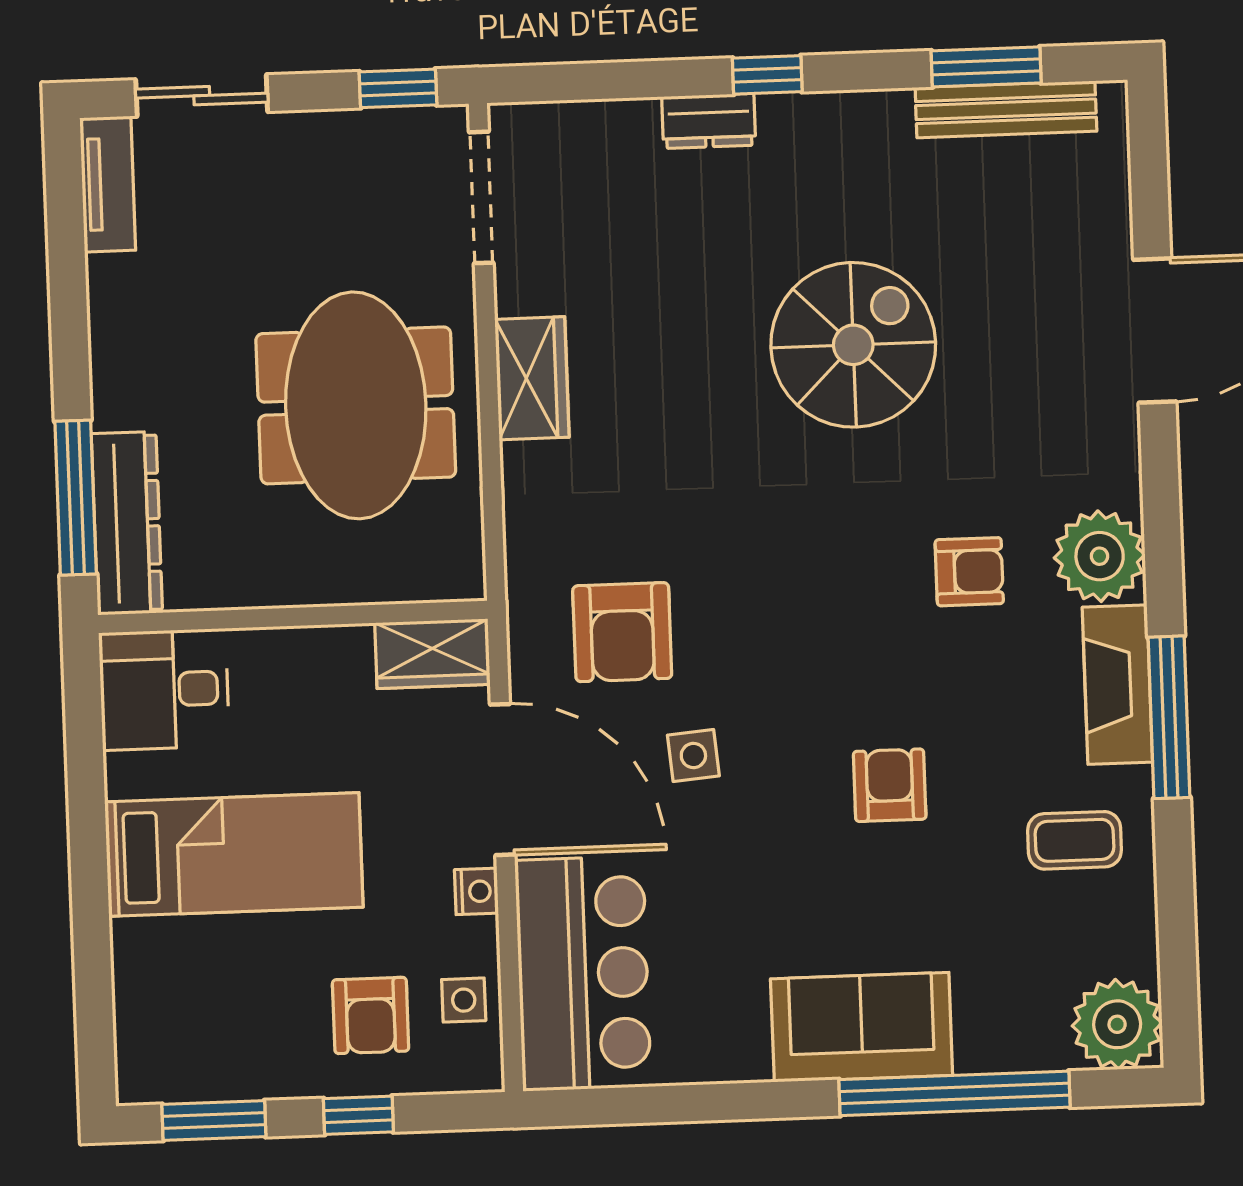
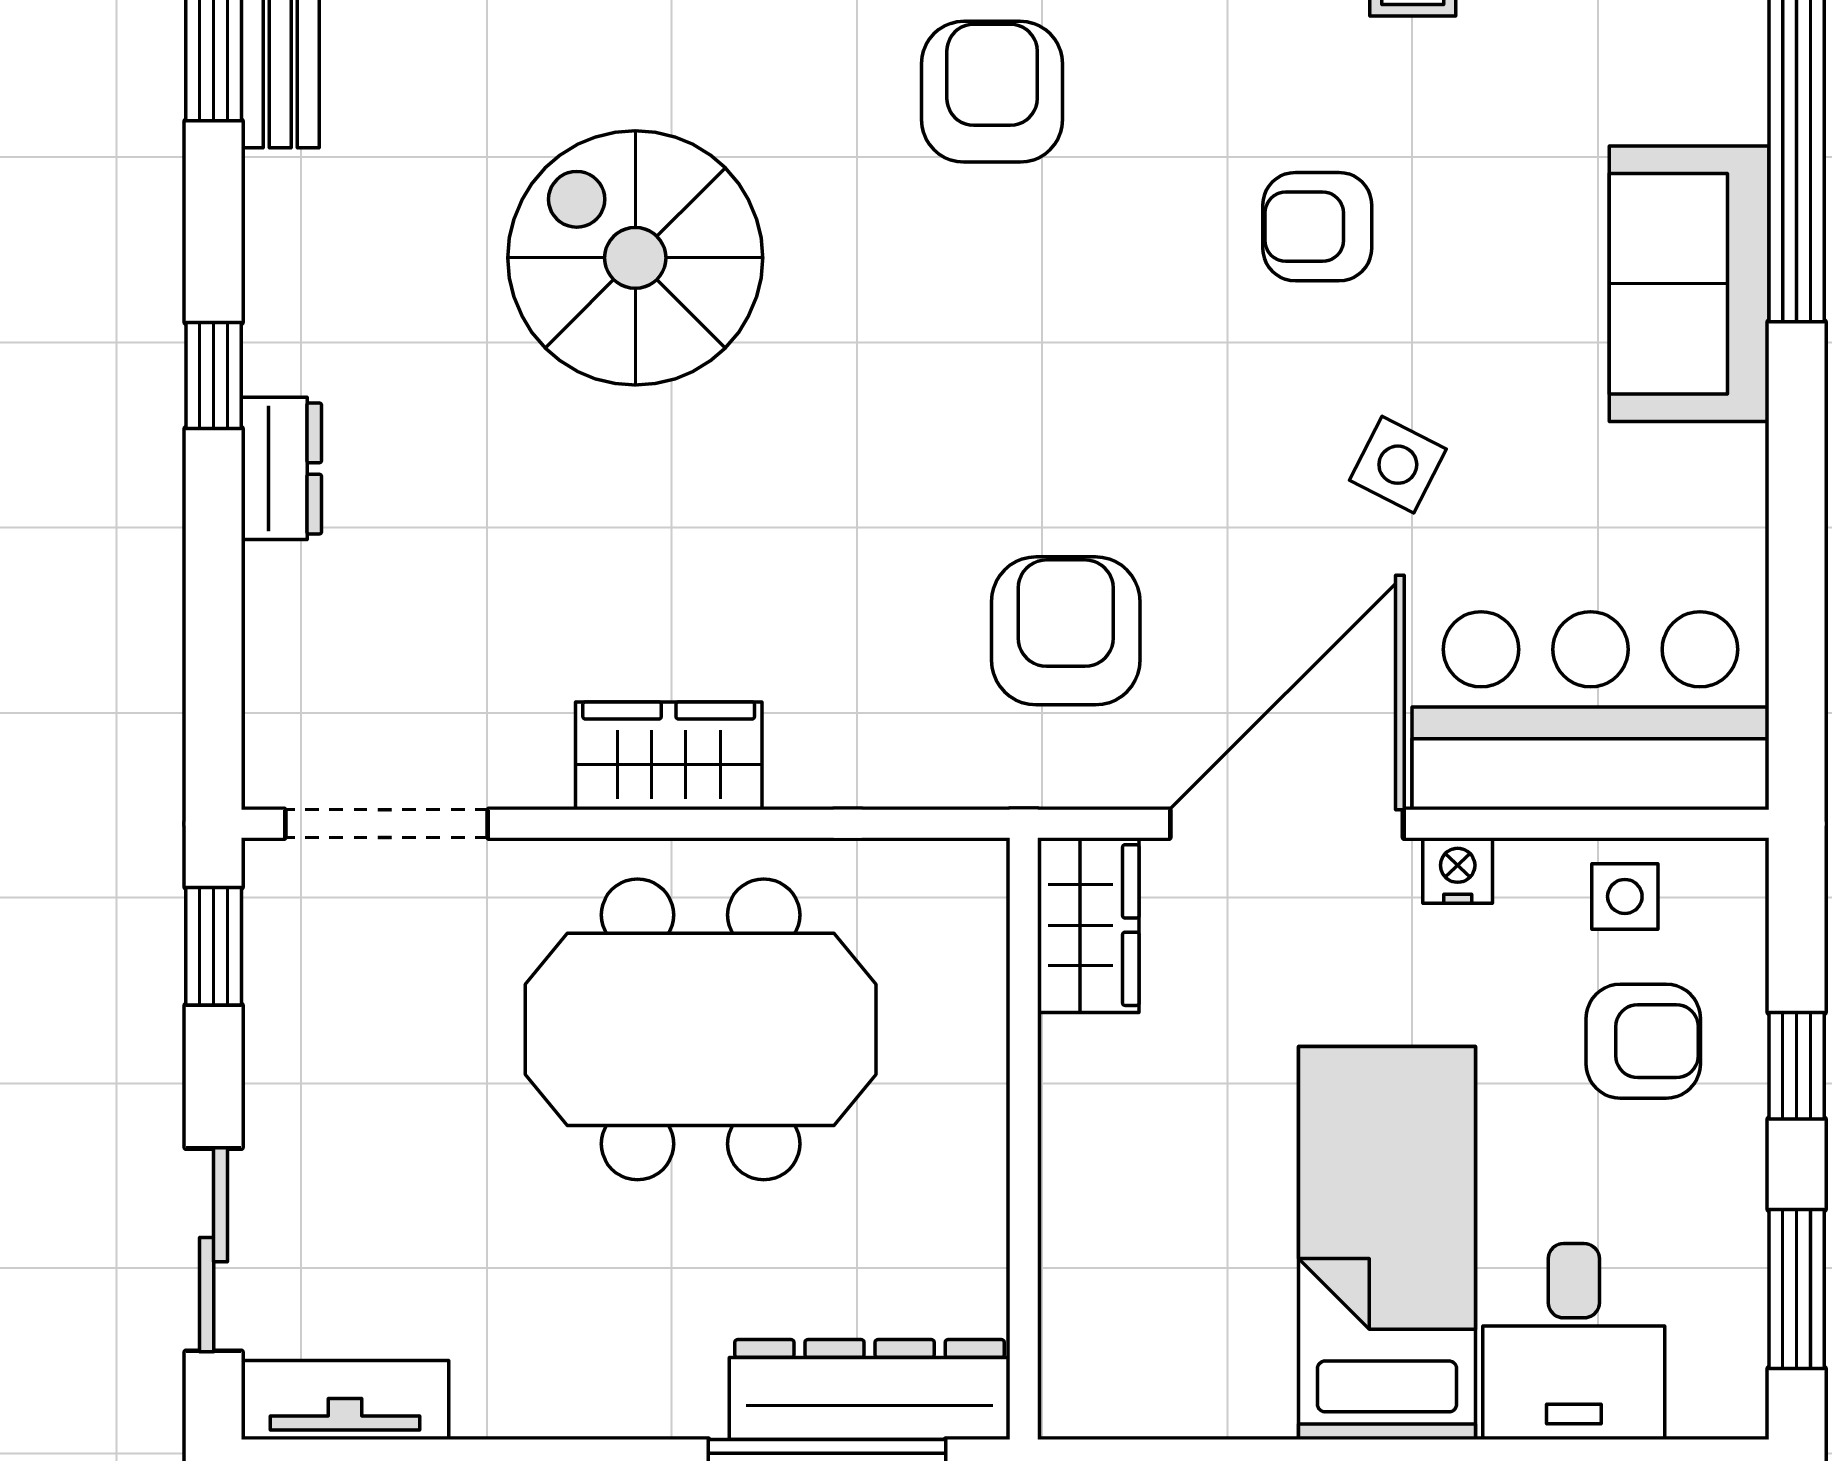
armchair: (969, 572) -> (992, 92), width x1.38, depth x1.38
armchair: (622, 632) -> (1066, 631), turned -90
desk: (164, 690) -> (1574, 1341), moved
side table: (693, 756) -> (1398, 465), moved, turned 32

